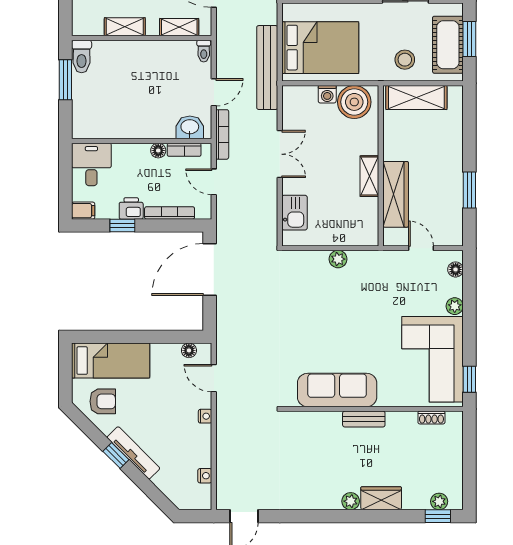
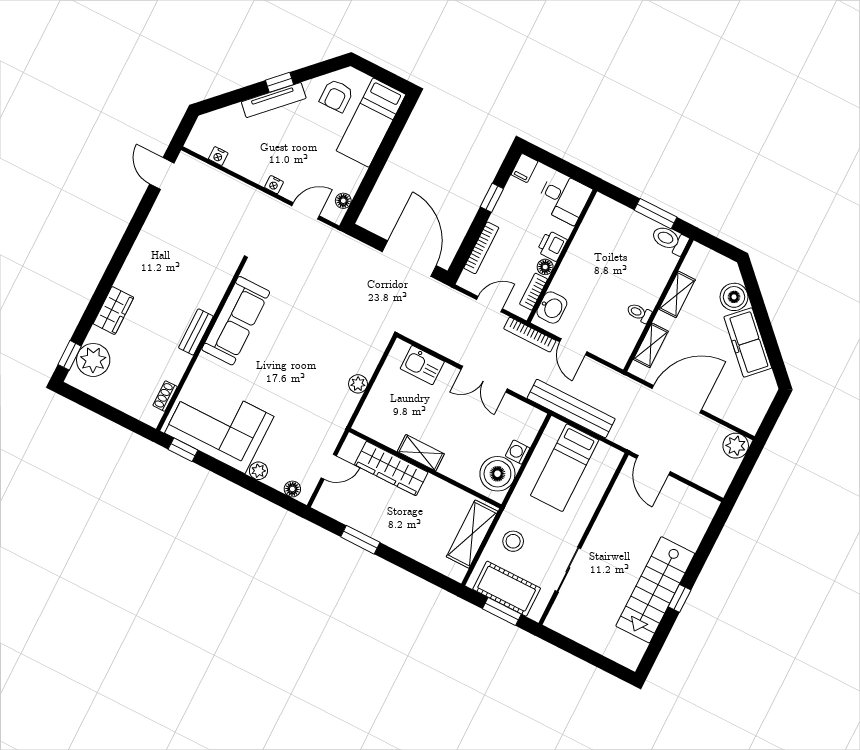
bed: (320, 48) -> (565, 468), width x0.67
toilet: (204, 51) -> (639, 313), moved
printer: (131, 209) -> (552, 246), moved, turned 180
plant: (351, 501) -> (125, 281), removed
plant: (439, 501) -> (93, 360), width x1.88, depth x1.88

